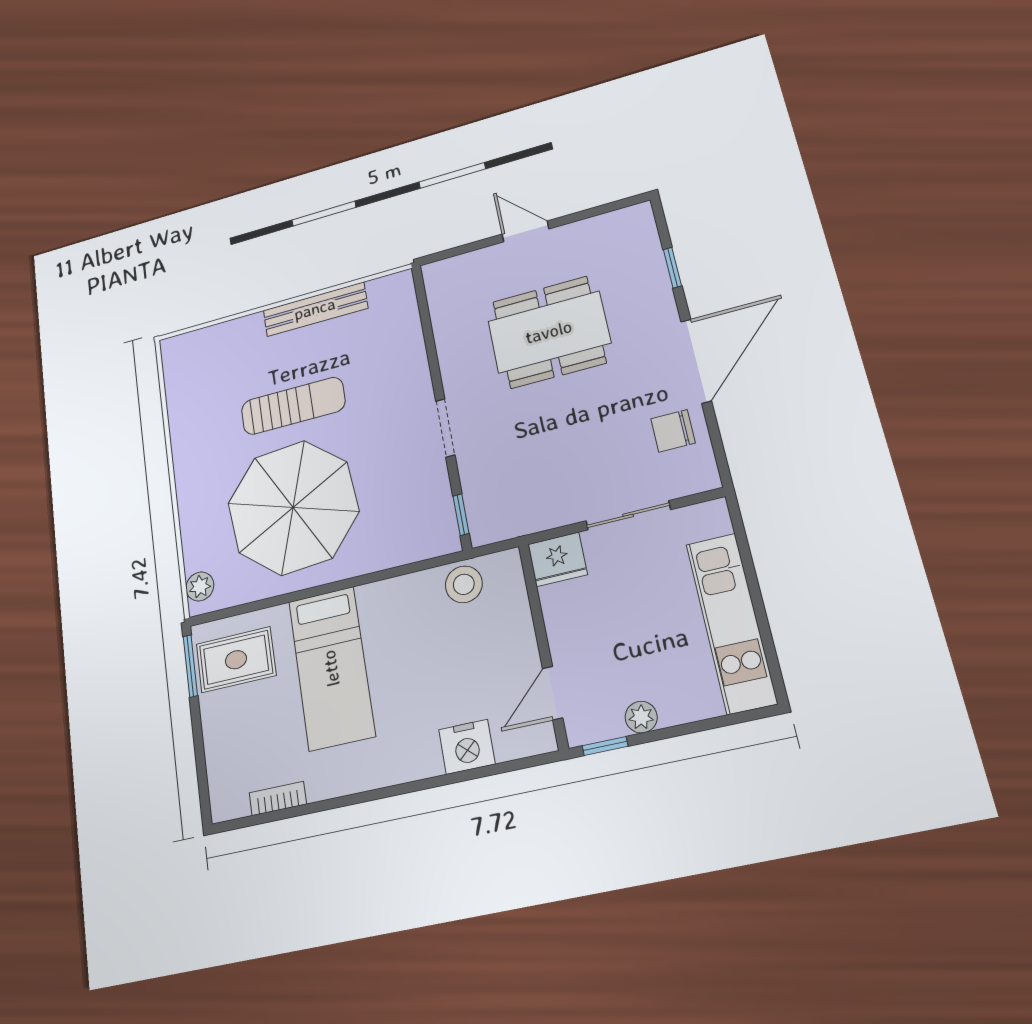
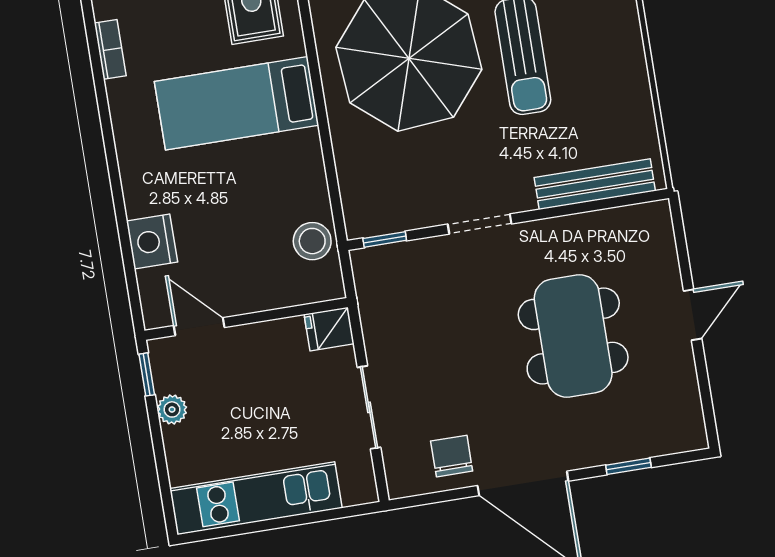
bench: (315, 309) -> (595, 184), moved, turned 90
fridge: (557, 559) -> (329, 329), width x0.72

